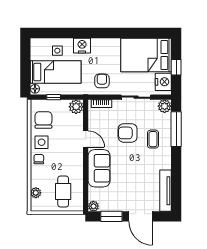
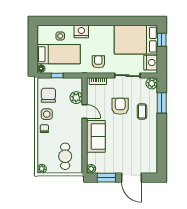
window: (176, 67) -> (162, 40), moved
plant: (76, 107) -> (76, 98), moved
window: (176, 129) -> (162, 103), width x0.69
armchair: (128, 133) -> (120, 106), turned 90
tv unit: (166, 191) -> (153, 156), removed
plant: (36, 193) -> (42, 169), moved

